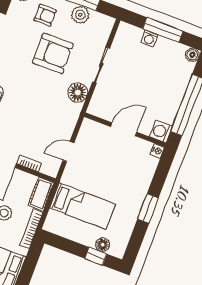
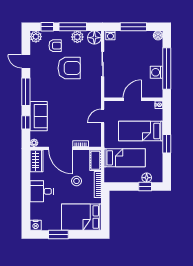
washing machine: (149, 38) -> (110, 35), moved
floor lamp: (78, 93) -> (94, 38), moved
washing machine: (161, 131) -> (157, 72), moved
door: (68, 152) -> (103, 116), moved
bed: (119, 177) -> (141, 131), added

